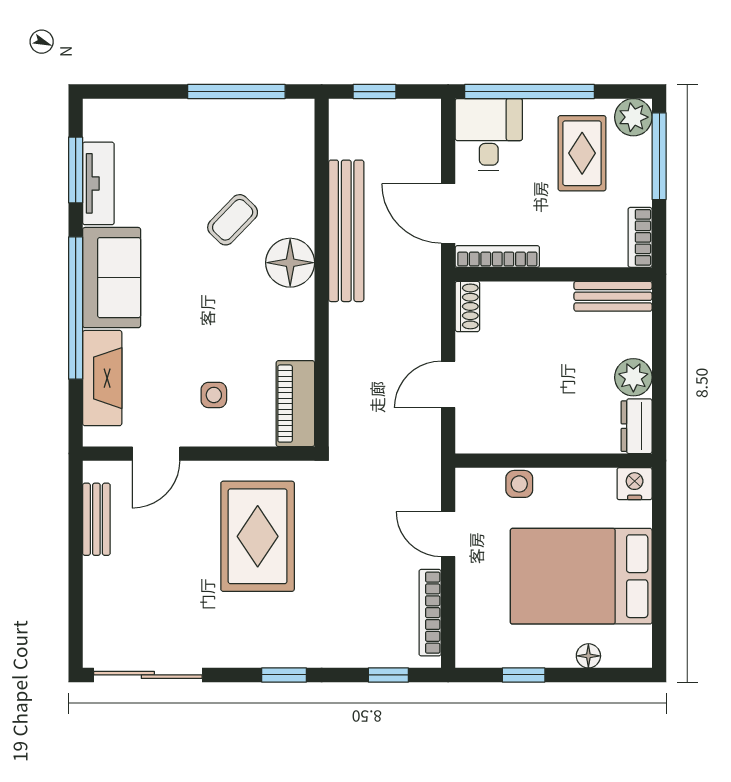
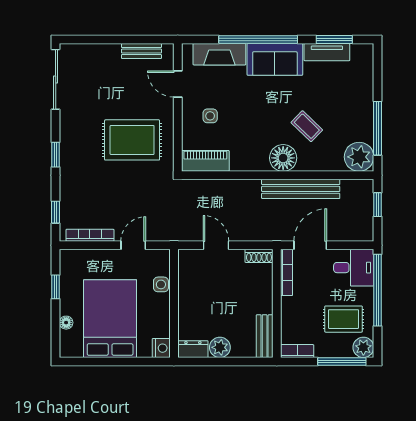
plant: (288, 125) -> (359, 157), added

